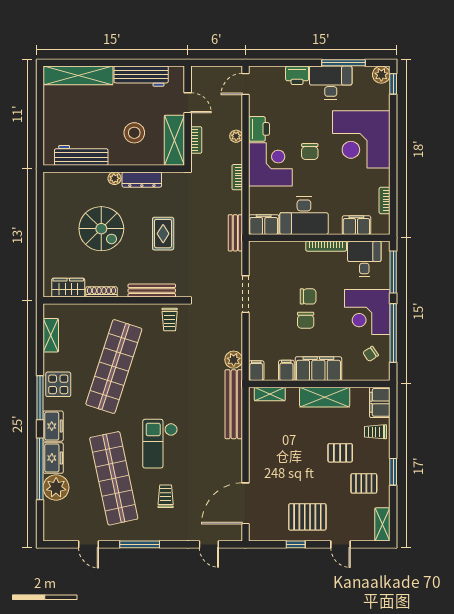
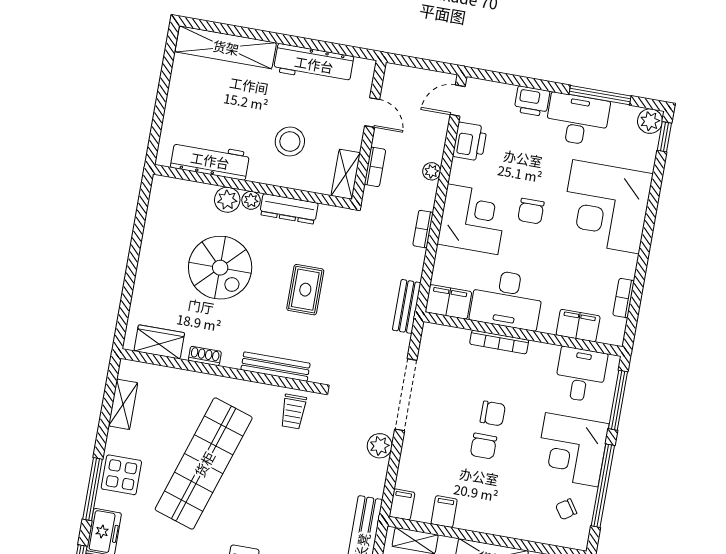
printer: (259, 129) -> (470, 142), moved
shelving: (174, 140) -> (346, 174), width x0.67, depth x0.75
plant: (98, 181) -> (227, 200), added
bookcase: (326, 246) -> (499, 342), moved
shoe rack: (102, 292) -> (205, 356), width x0.70
doorway: (245, 294) -> (406, 395), width x1.36
plant: (234, 360) -> (380, 446), moved
filing cabinet: (318, 369) -> (489, 517), removed

